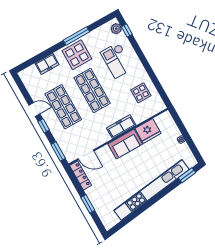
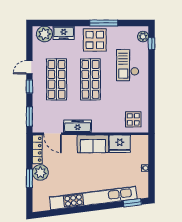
plant: (31, 74) -> (44, 34), added
display table: (141, 93) -> (133, 119), moved
door: (34, 109) -> (29, 67), swing flipped
freezer: (121, 127) -> (78, 126), moved
plant: (94, 194) -> (40, 172), added

